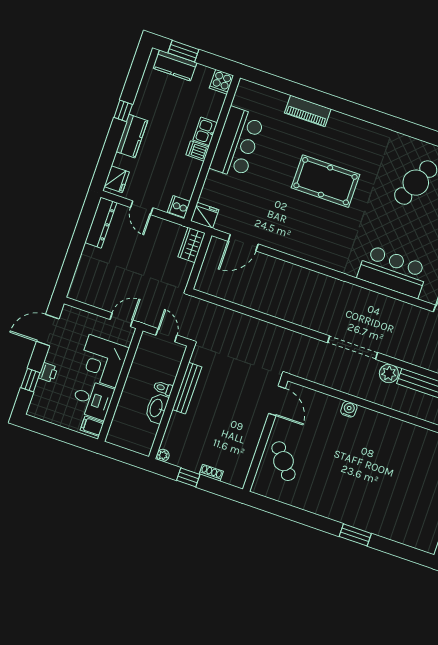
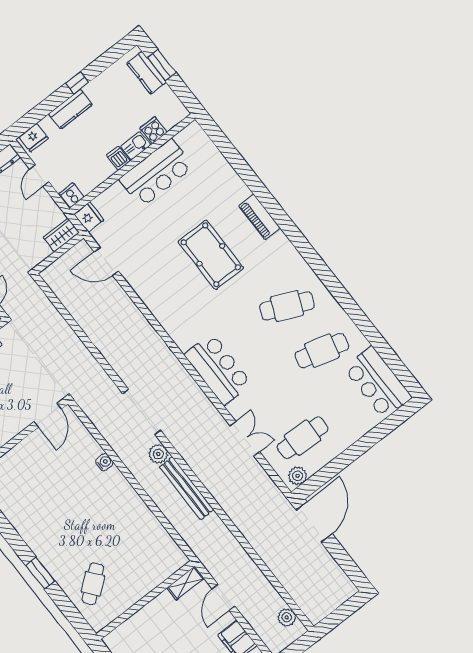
cooker: (221, 82) -> (153, 130), moved, turned 90
piano: (308, 111) -> (259, 217), moved
cafe table: (283, 461) -> (93, 584), moved

